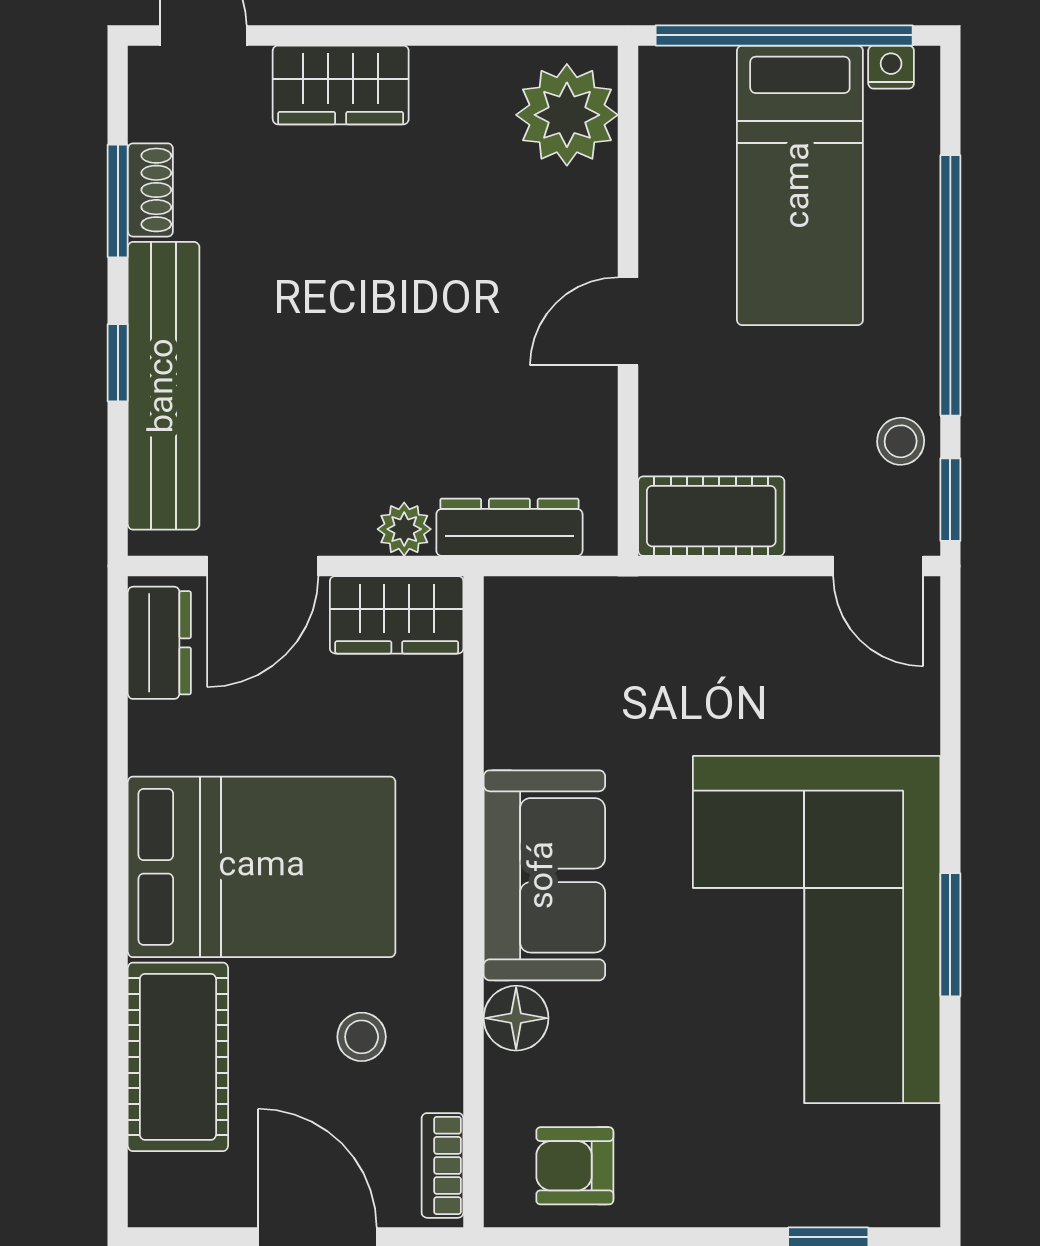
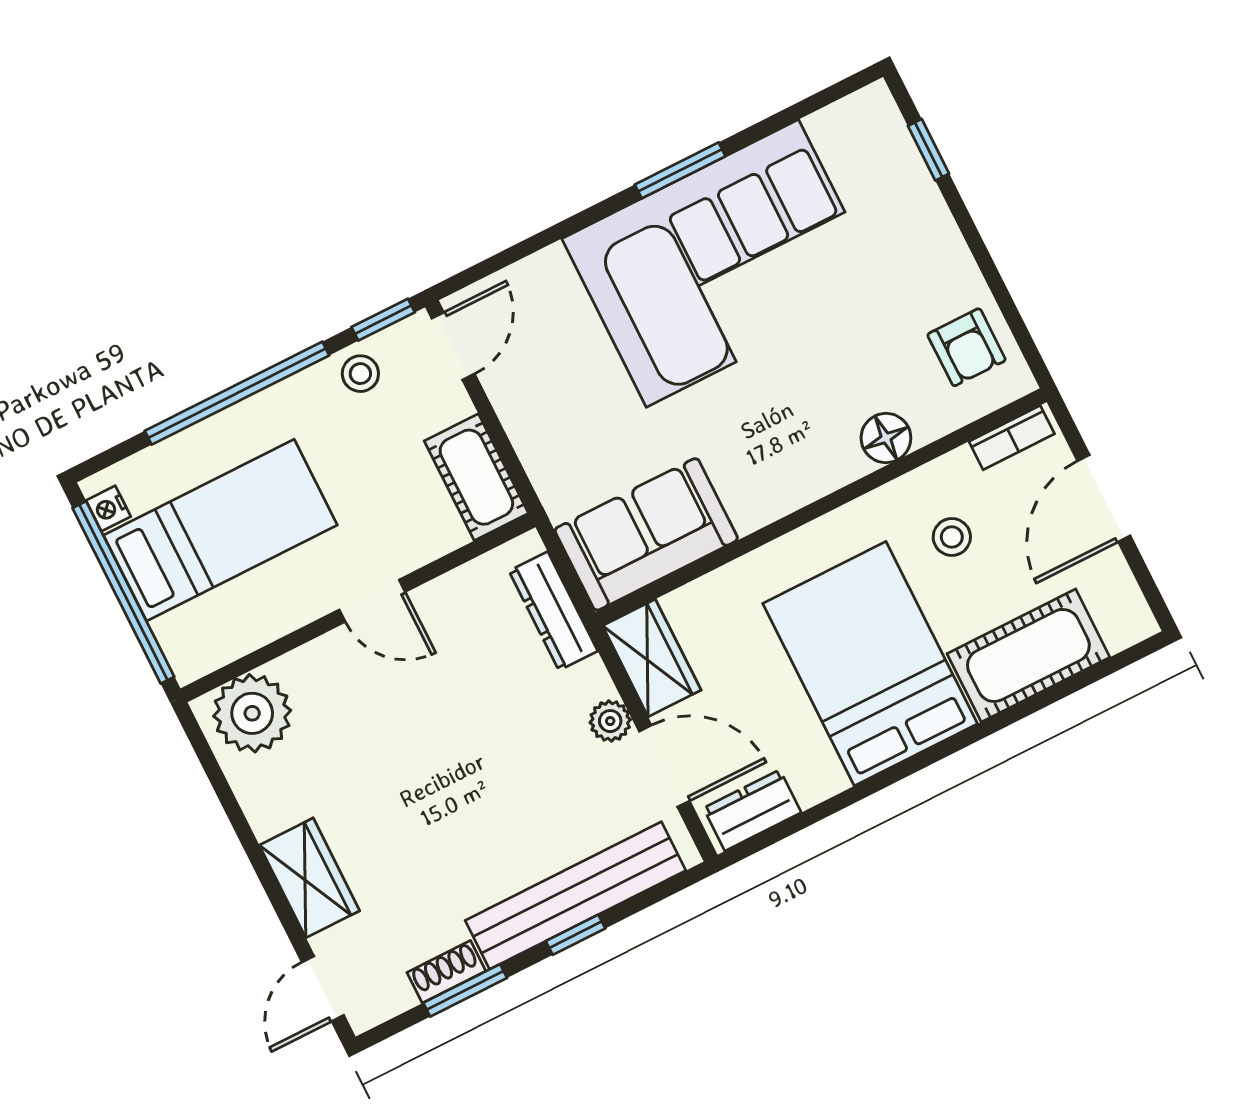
plant: (404, 529) -> (610, 721), moved
sofa: (544, 875) -> (646, 534), moved

